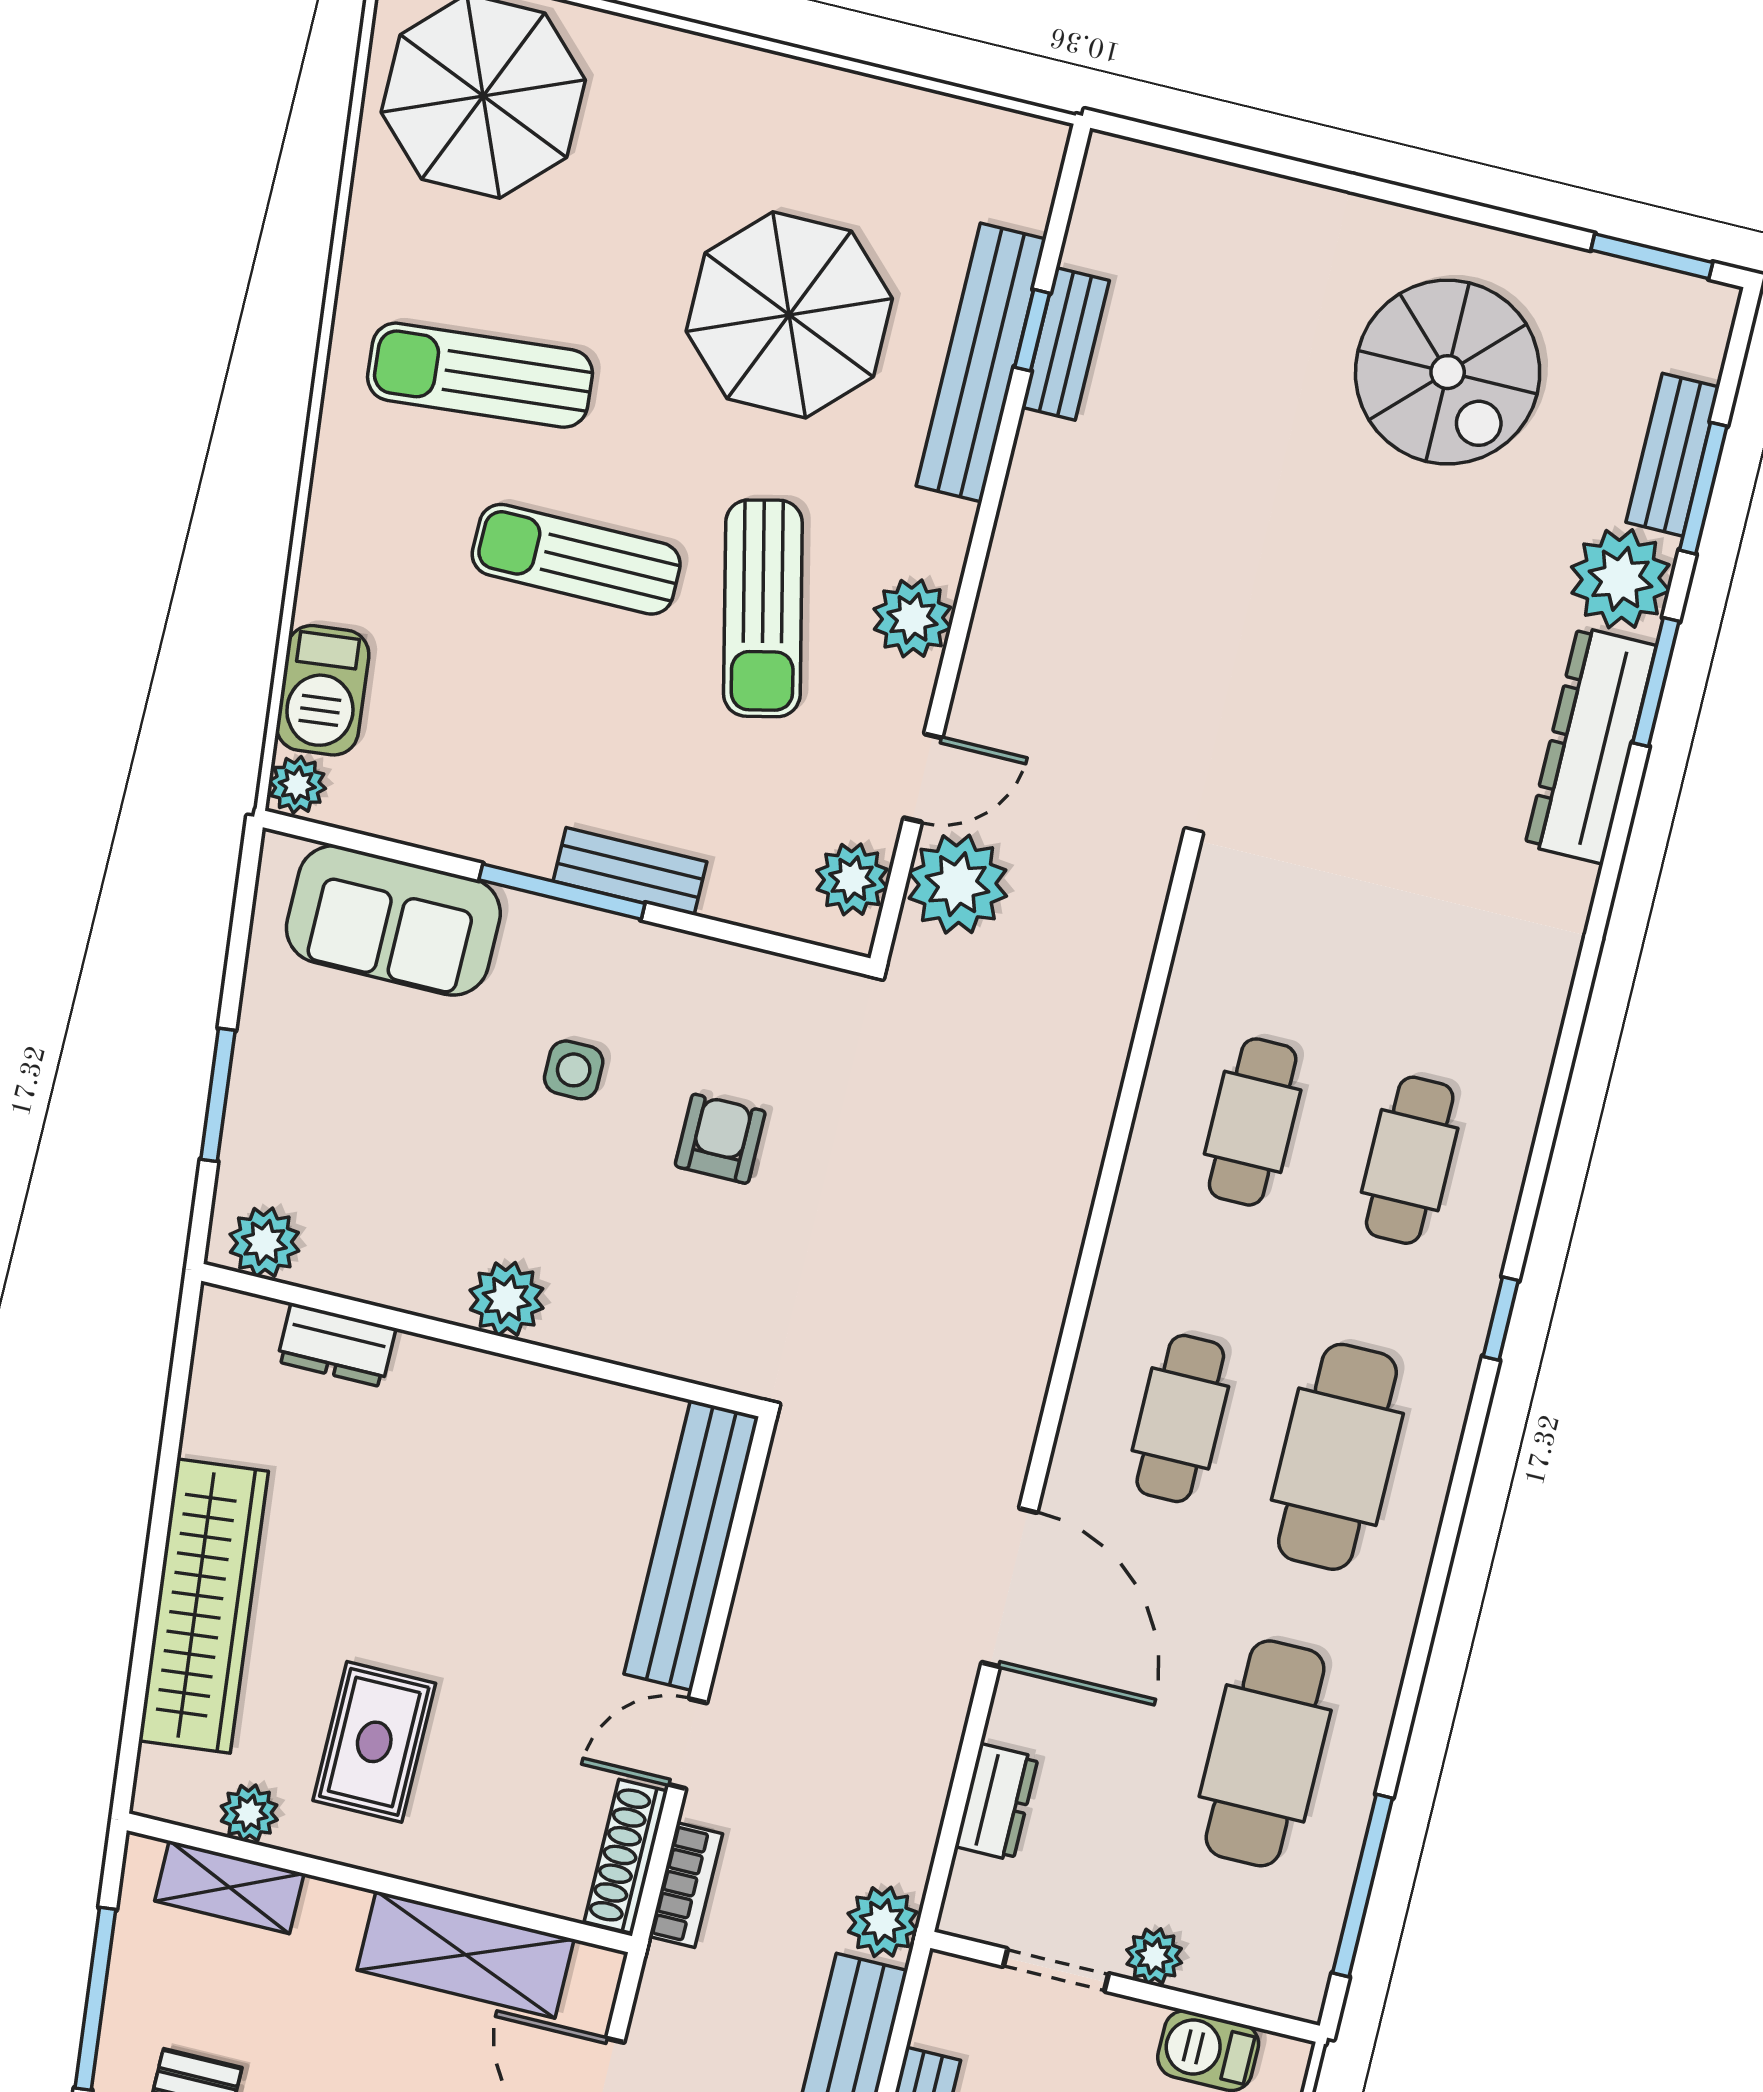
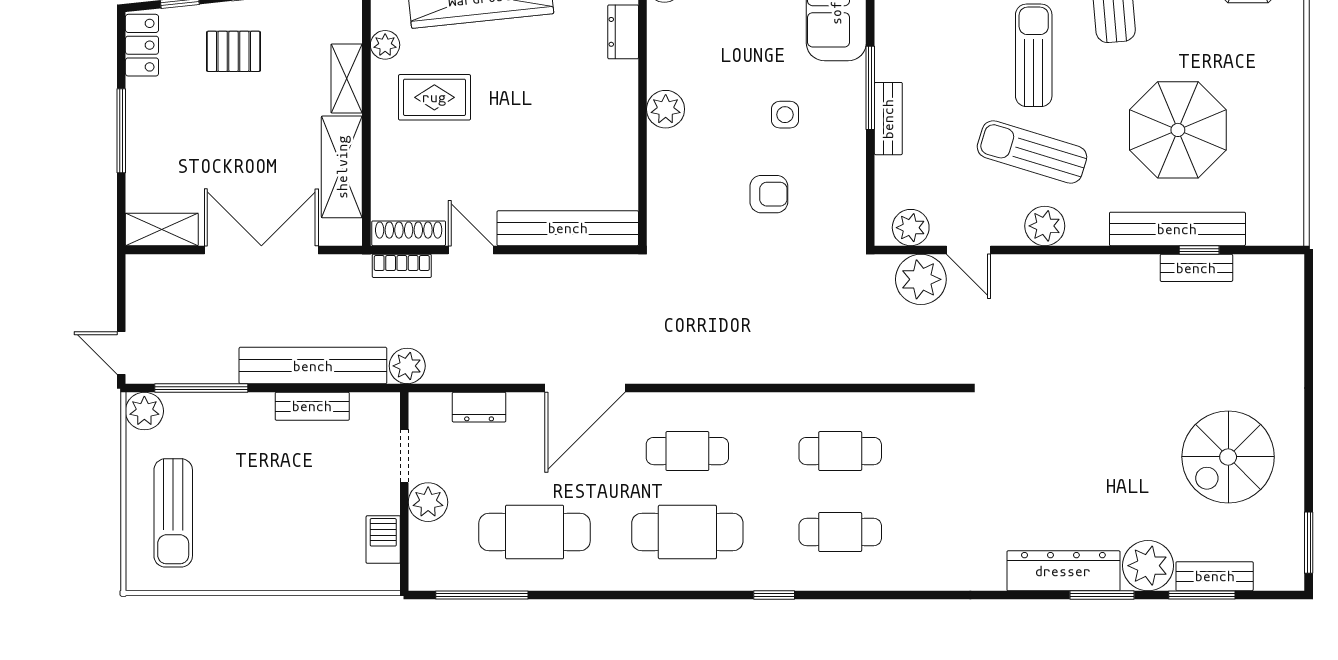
sun lounger: (763, 608) -> (1032, 152), turned 30
shelving: (229, 1887) -> (347, 78), moved
plant: (1154, 1956) -> (428, 502), width x1.38, depth x1.38

